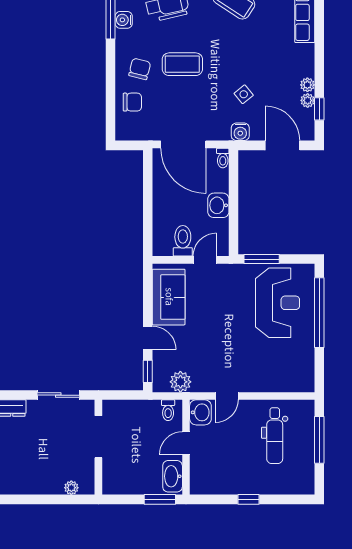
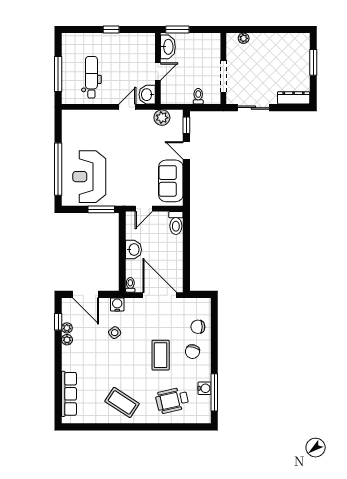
coffee table: (182, 64) -> (161, 355), turned 90
toilet: (183, 241) -> (176, 223), moved
toilet: (168, 410) -> (198, 96), moved

